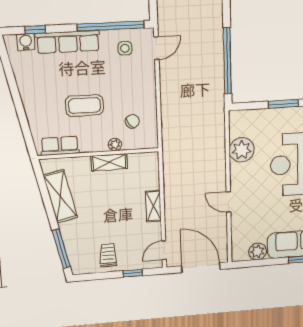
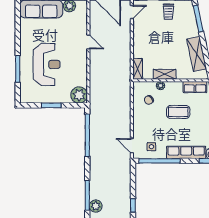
door: (156, 48) -> (132, 146), hinge flipped
plant: (242, 150) -> (79, 95), moved
shelving: (153, 206) -> (138, 69), moved

